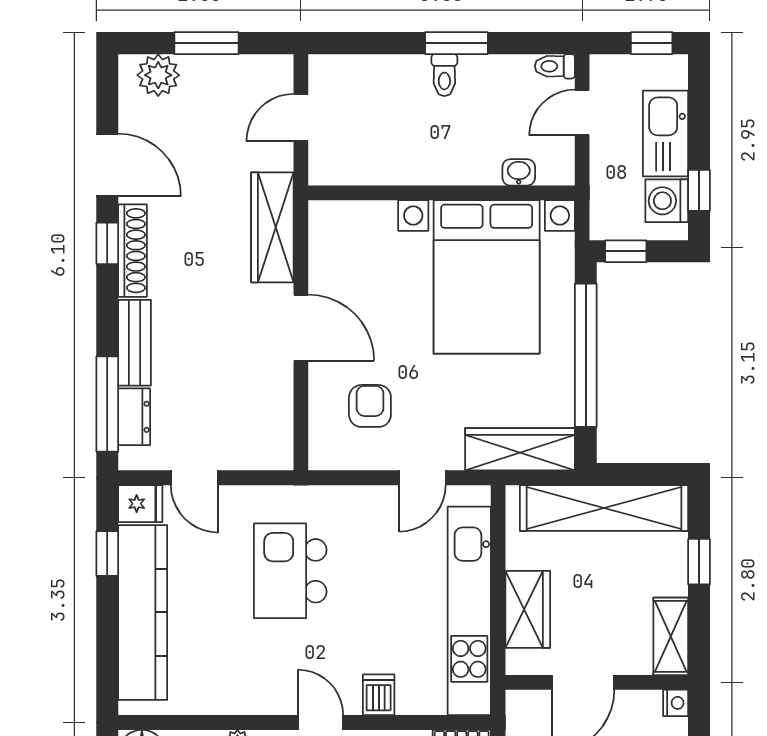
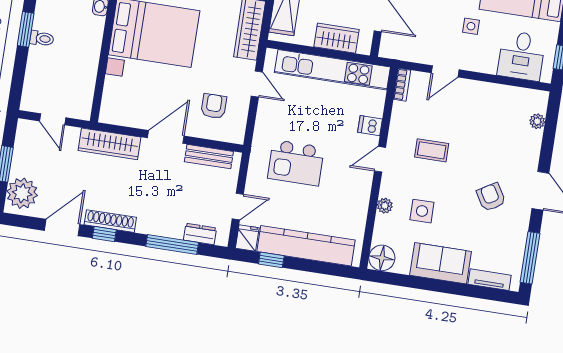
plant: (158, 75) -> (22, 193), width x1.36, depth x1.36
bench: (135, 343) -> (209, 157), moved
window: (107, 404) -> (172, 245), moved
armchair: (370, 406) -> (214, 106), turned 90

